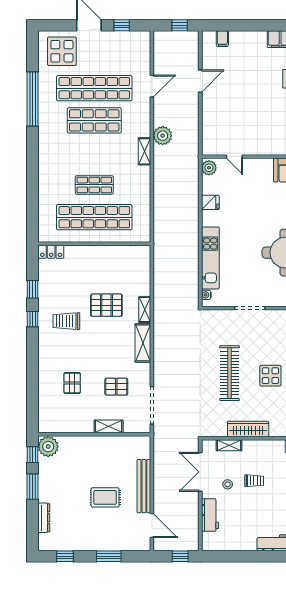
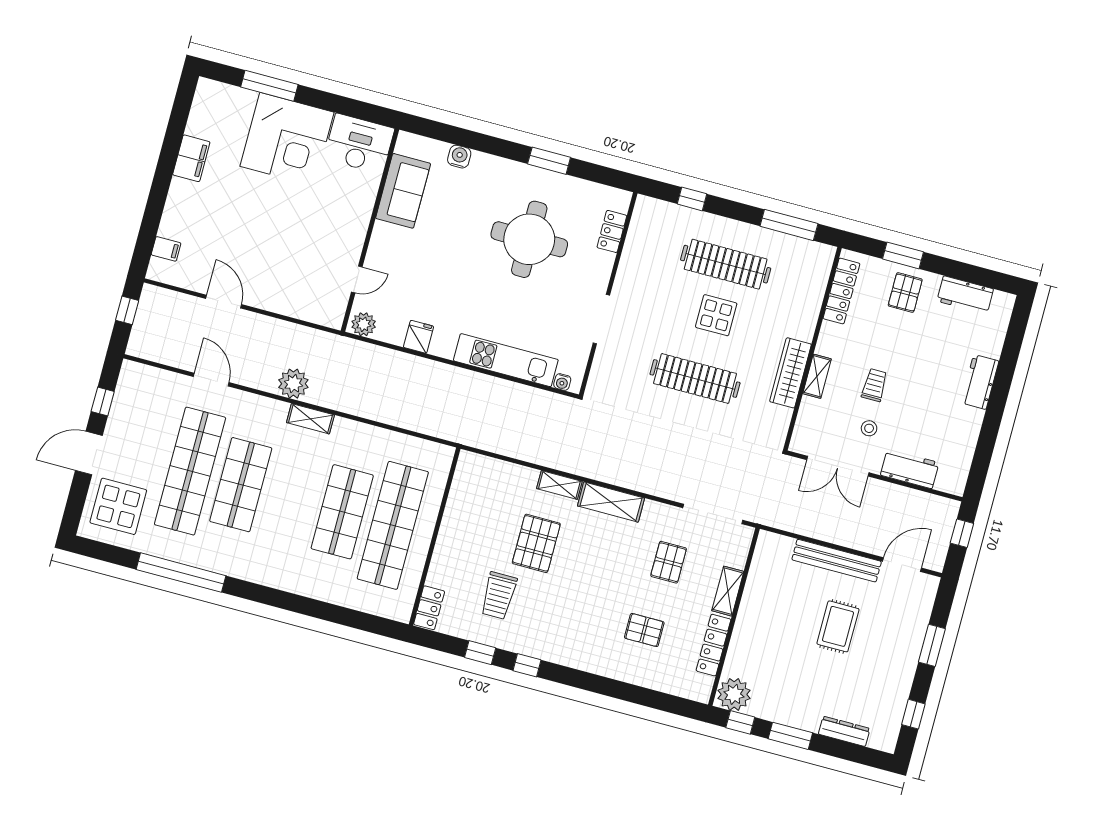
shop shelf: (94, 185) -> (342, 512), width x1.43, depth x1.36
trolley: (66, 321) -> (499, 596), moved
locker: (74, 427) -> (714, 645), added
shelving: (229, 445) -> (817, 376), moved

